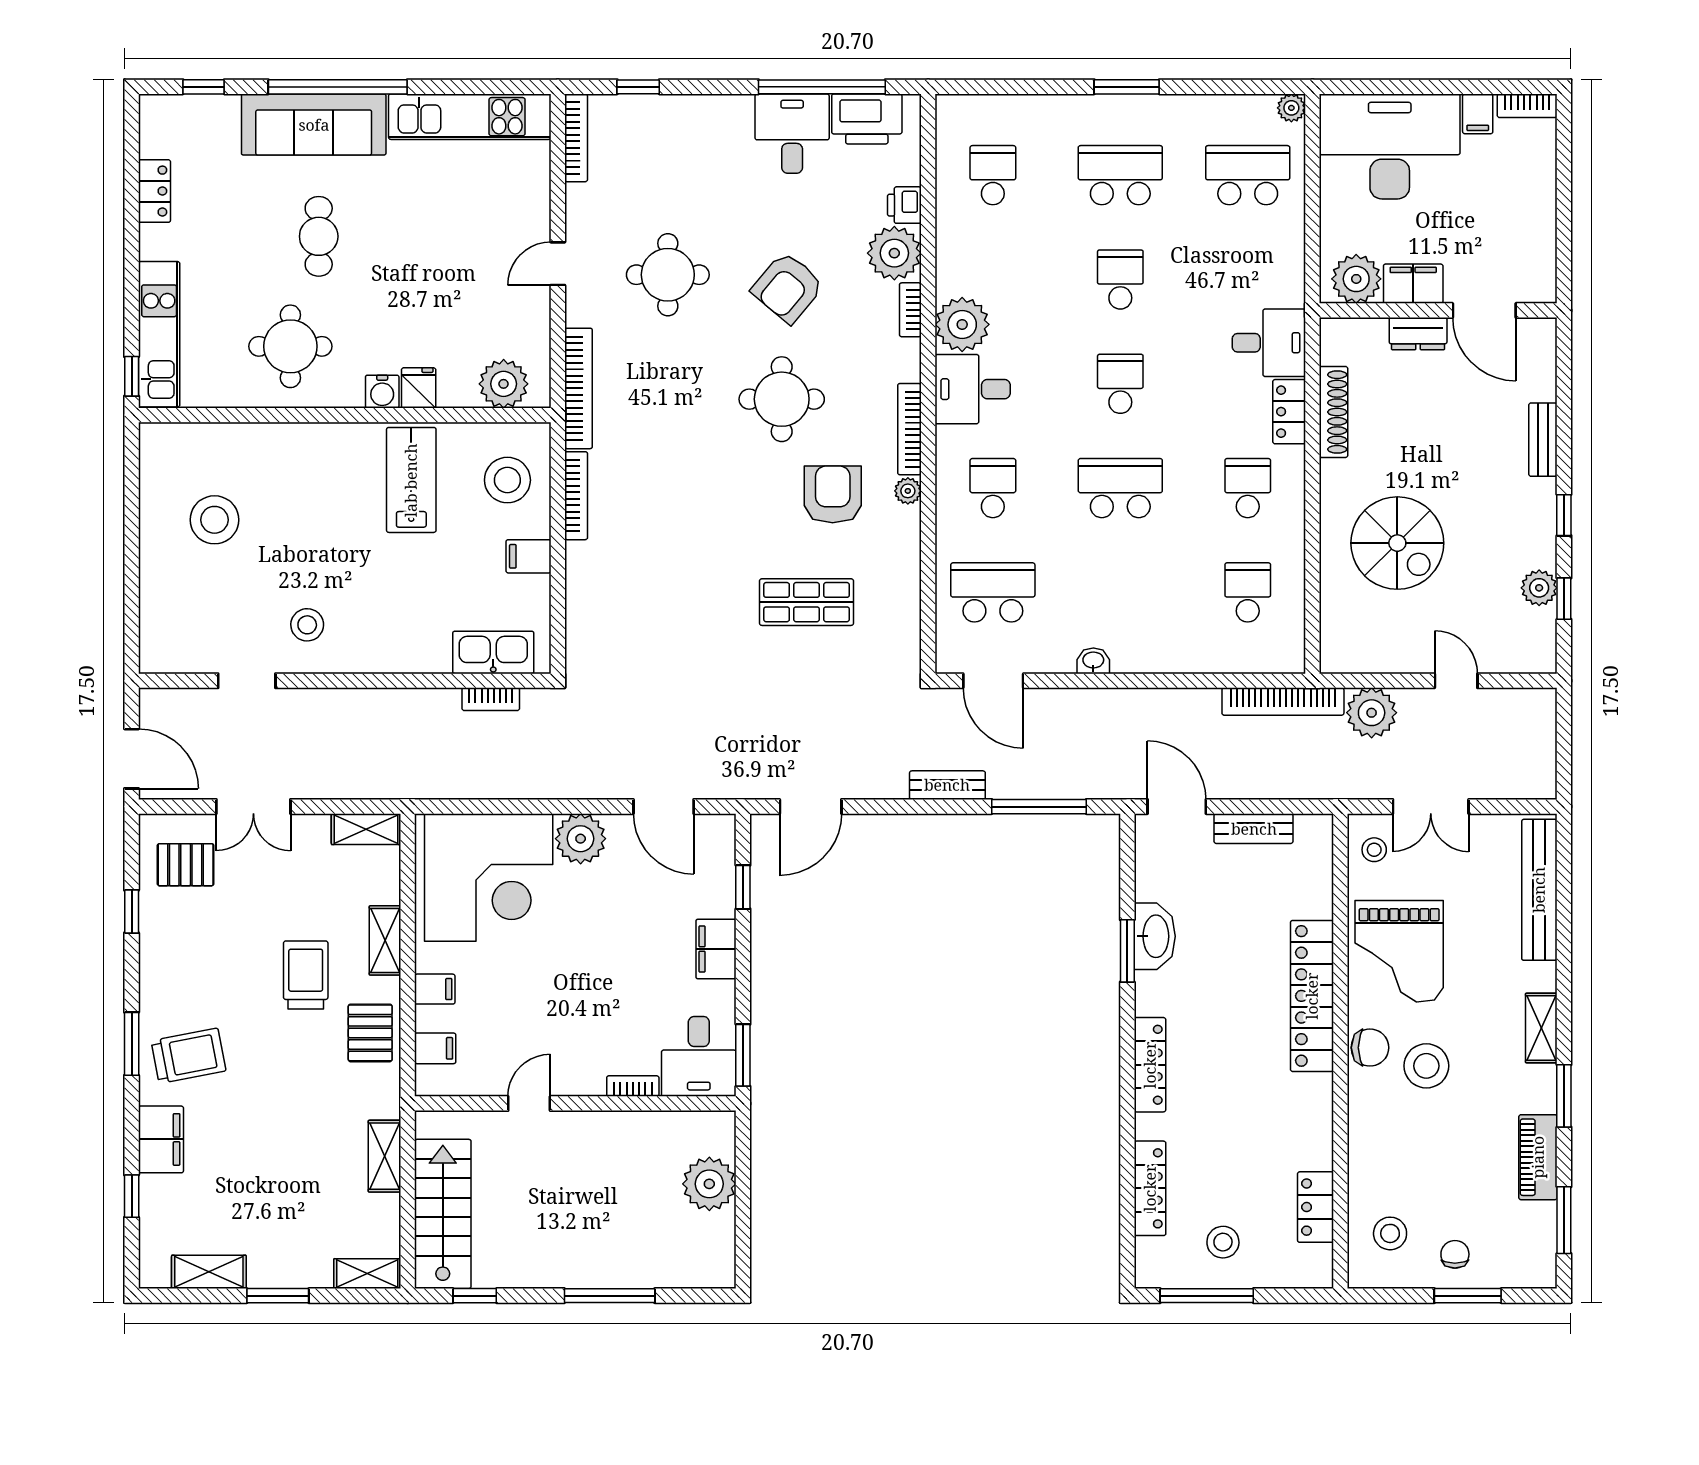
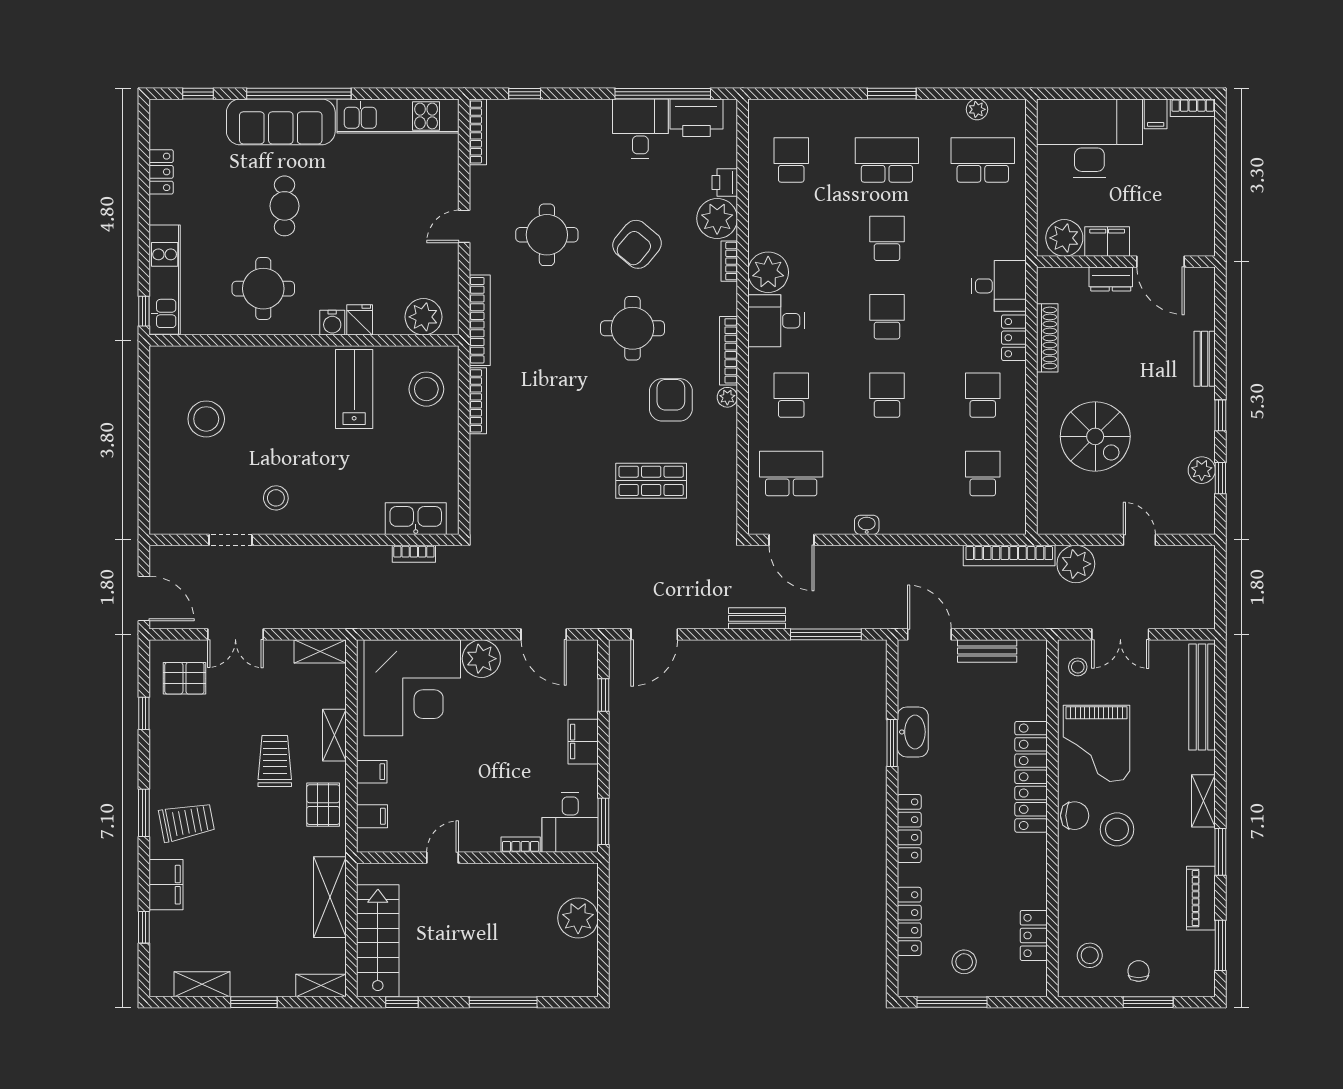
plant: (1291, 108) -> (977, 109), moved
school desk: (1120, 488) -> (887, 395), width x0.54
filing cabinet: (528, 556) -> (442, 446), removed
shelving: (384, 1156) -> (330, 897), width x1.50, depth x1.33

